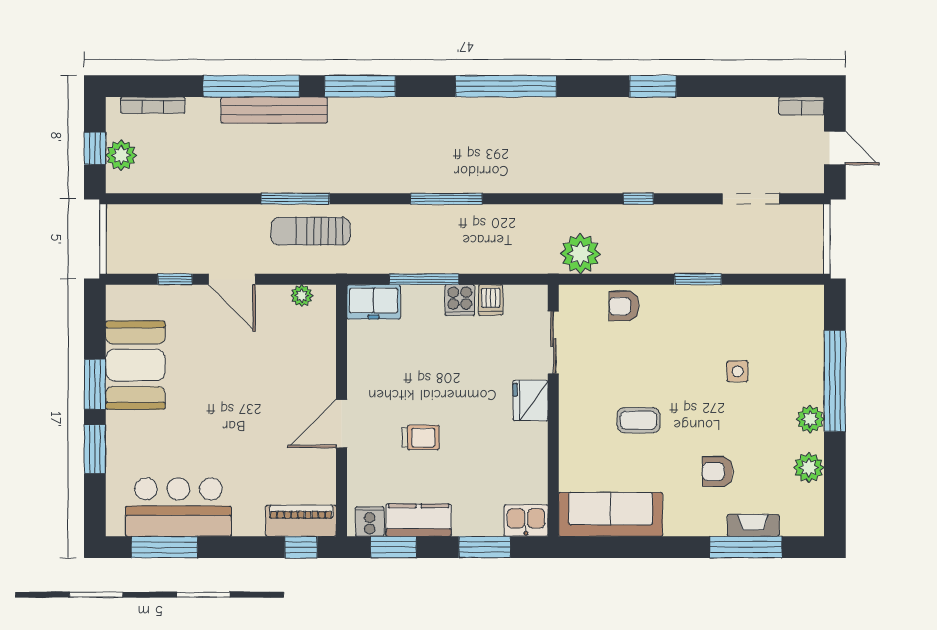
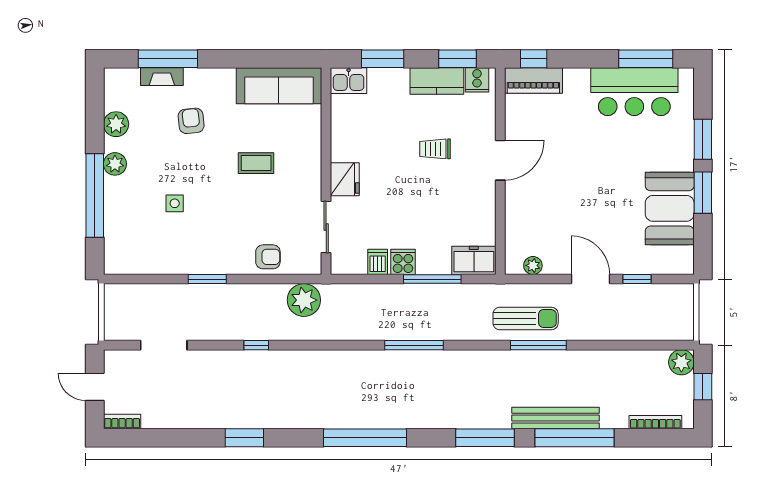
plant: (121, 155) -> (681, 362), moved
armchair: (718, 472) -> (191, 121), turned -96

